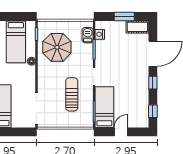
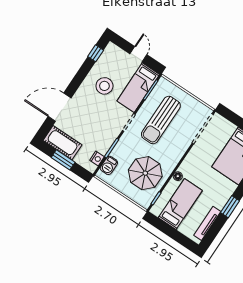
cot: (137, 27) -> (63, 143), width x1.37, depth x1.34
window: (153, 83) -> (78, 80), removed
stool: (130, 92) -> (104, 86), added
sun lounger: (72, 94) -> (161, 120), width x1.36, depth x1.34
door: (121, 132) -> (138, 54), swing flipped

